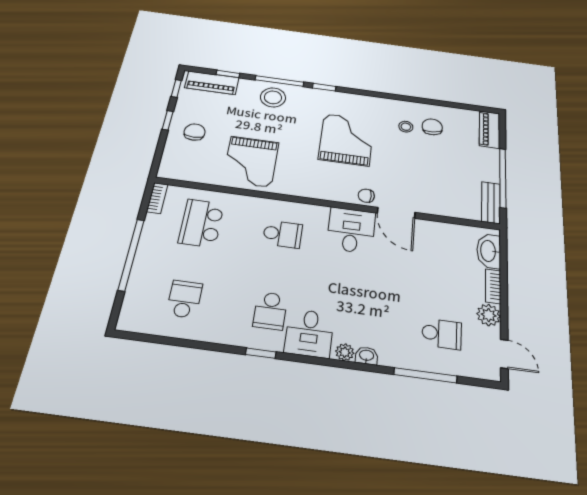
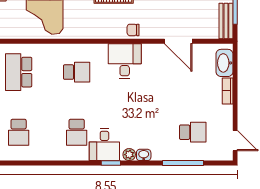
door: (396, 213) -> (178, 41), moved
school desk: (184, 299) -> (19, 132), turned 180
plant: (489, 315) -> (224, 114), removed
window: (261, 353) -> (111, 163), moved

